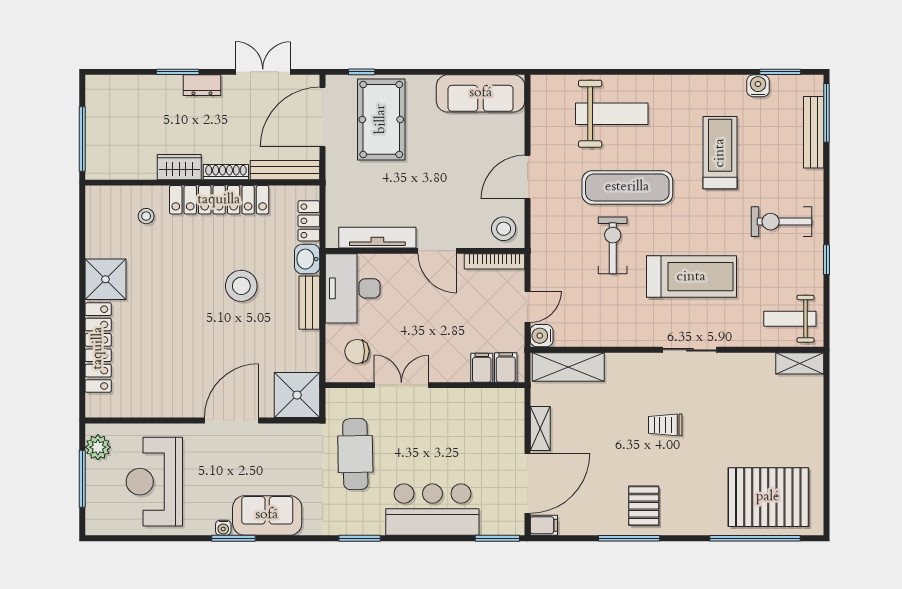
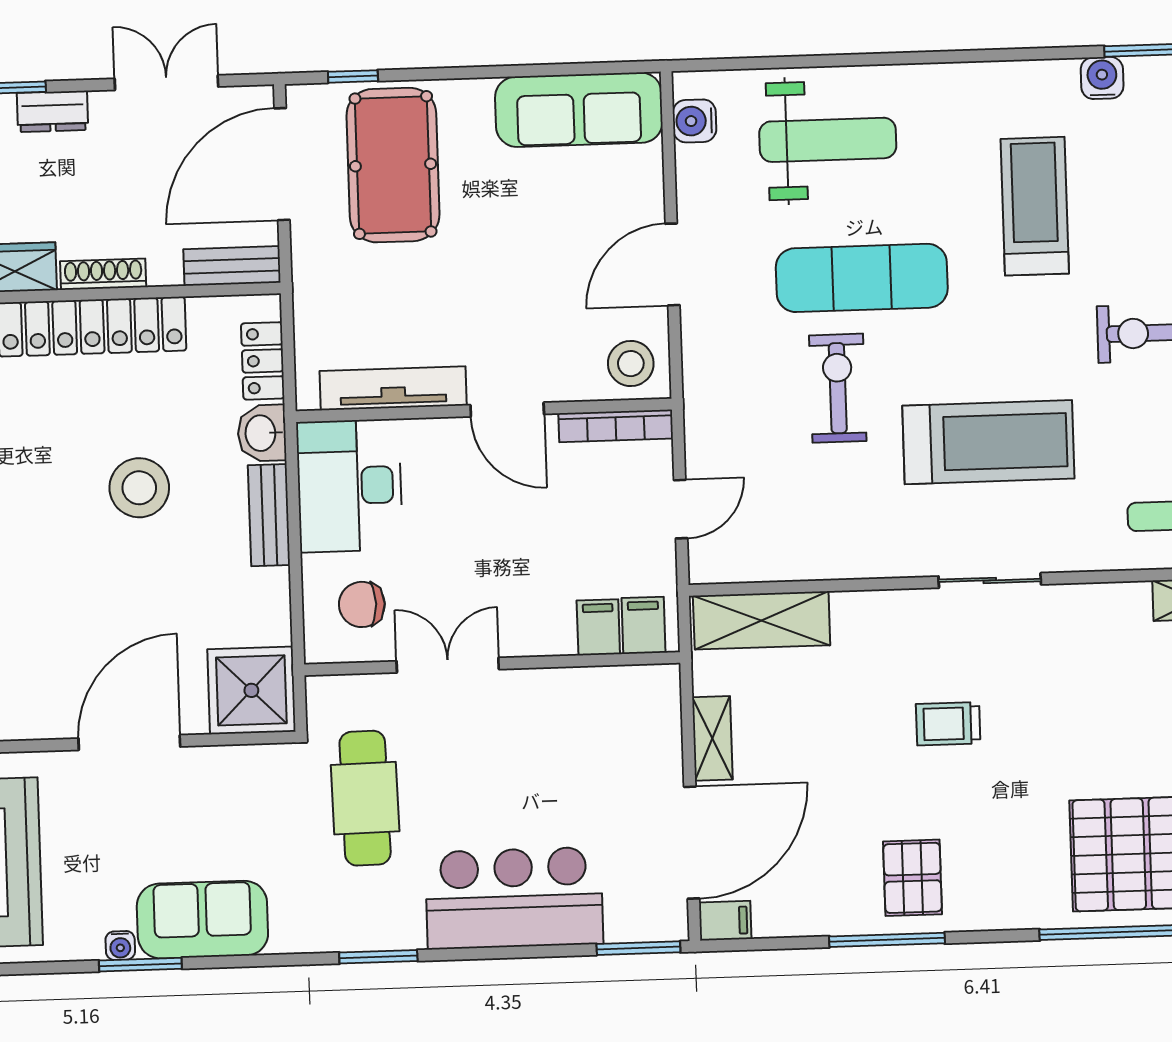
bench: (285, 170) -> (232, 266), width x0.73
water cooler: (542, 336) -> (694, 121), moved

